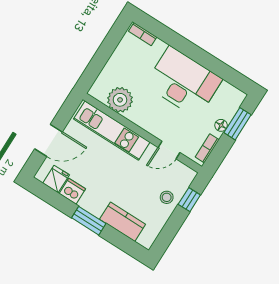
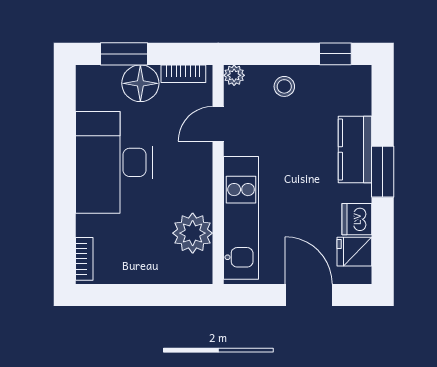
floor lamp: (221, 125) -> (140, 83), width x1.89, depth x1.89
door: (169, 150) -> (218, 124), swing flipped
plant: (189, 175) -> (234, 75), added
window: (189, 200) -> (335, 54), moved
kitchen counter: (123, 222) -> (355, 149), moved

